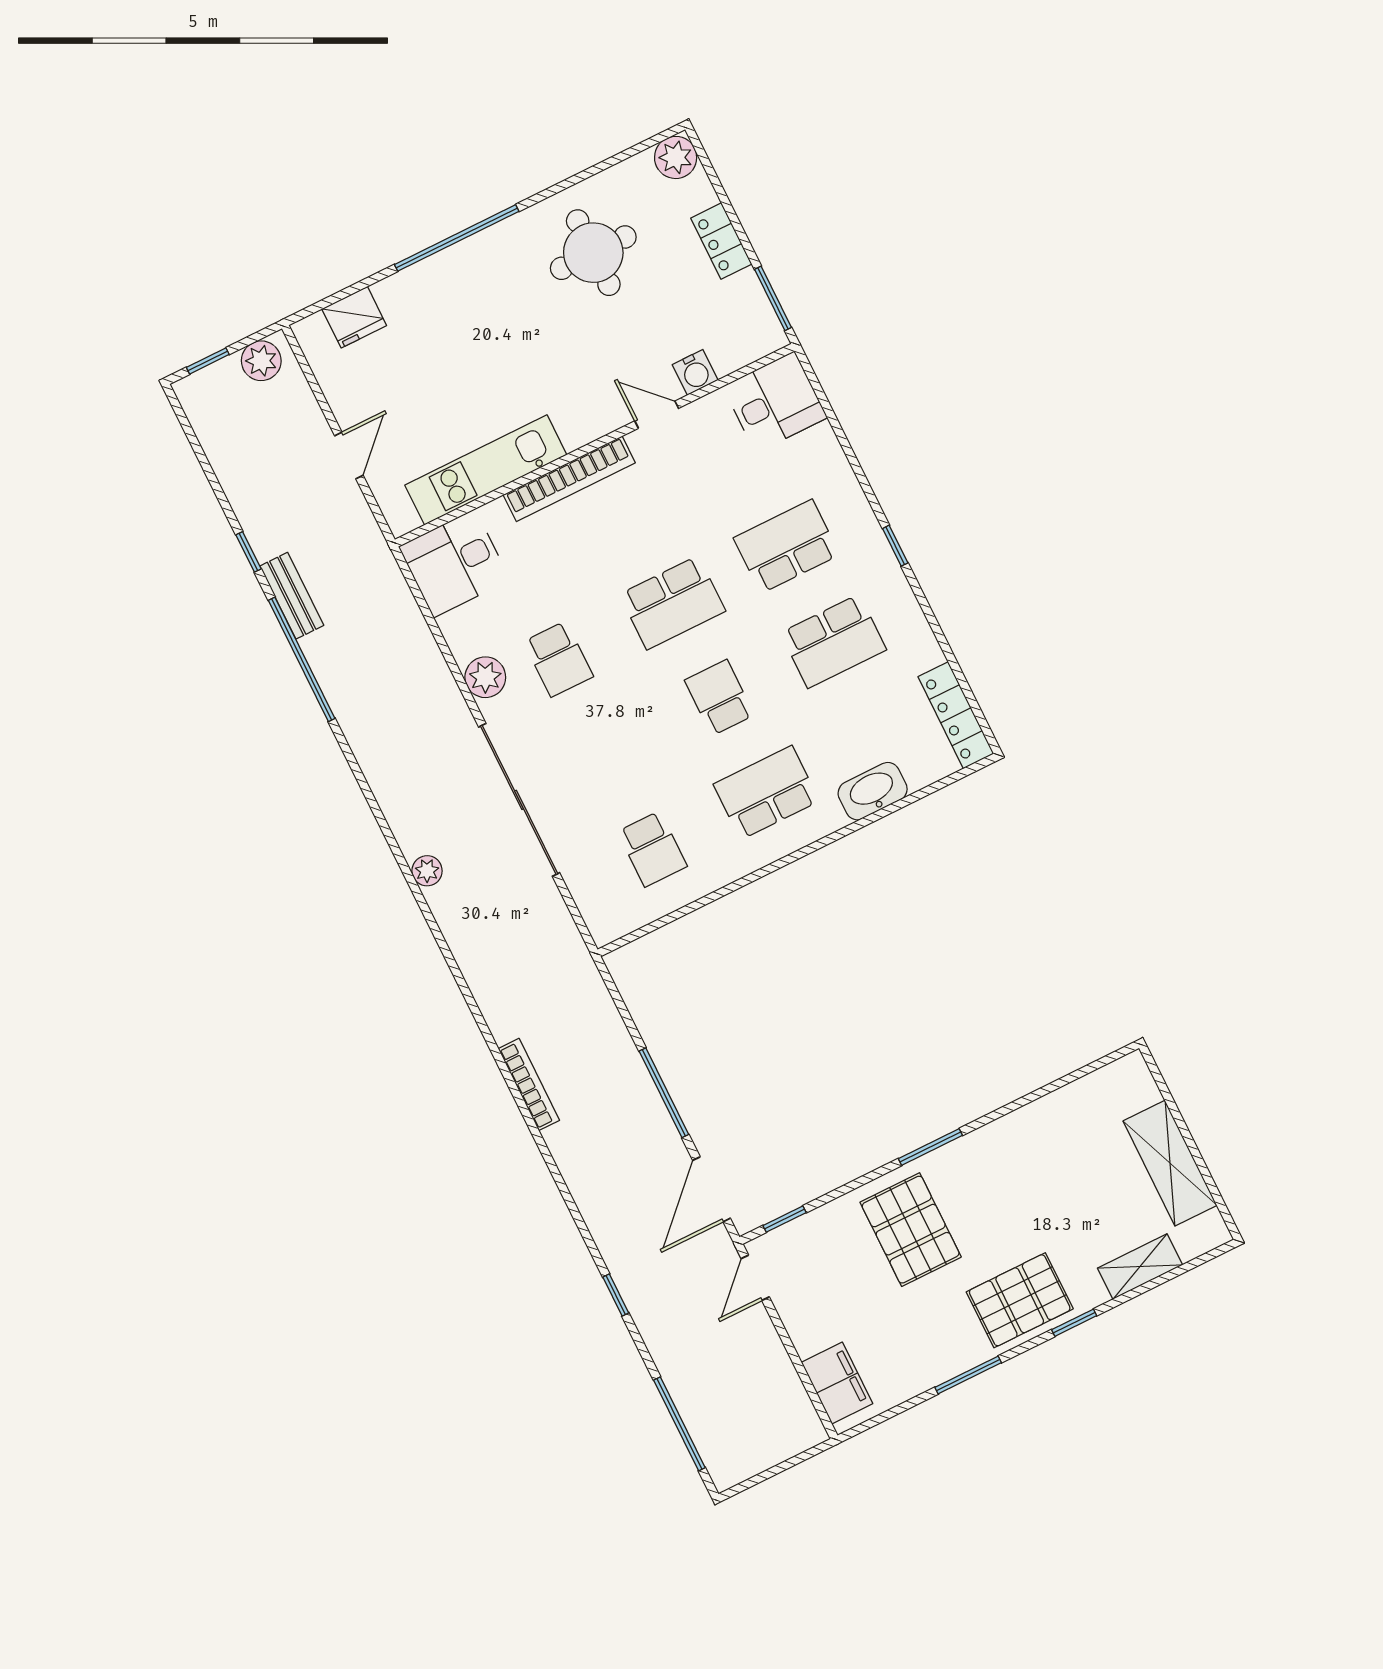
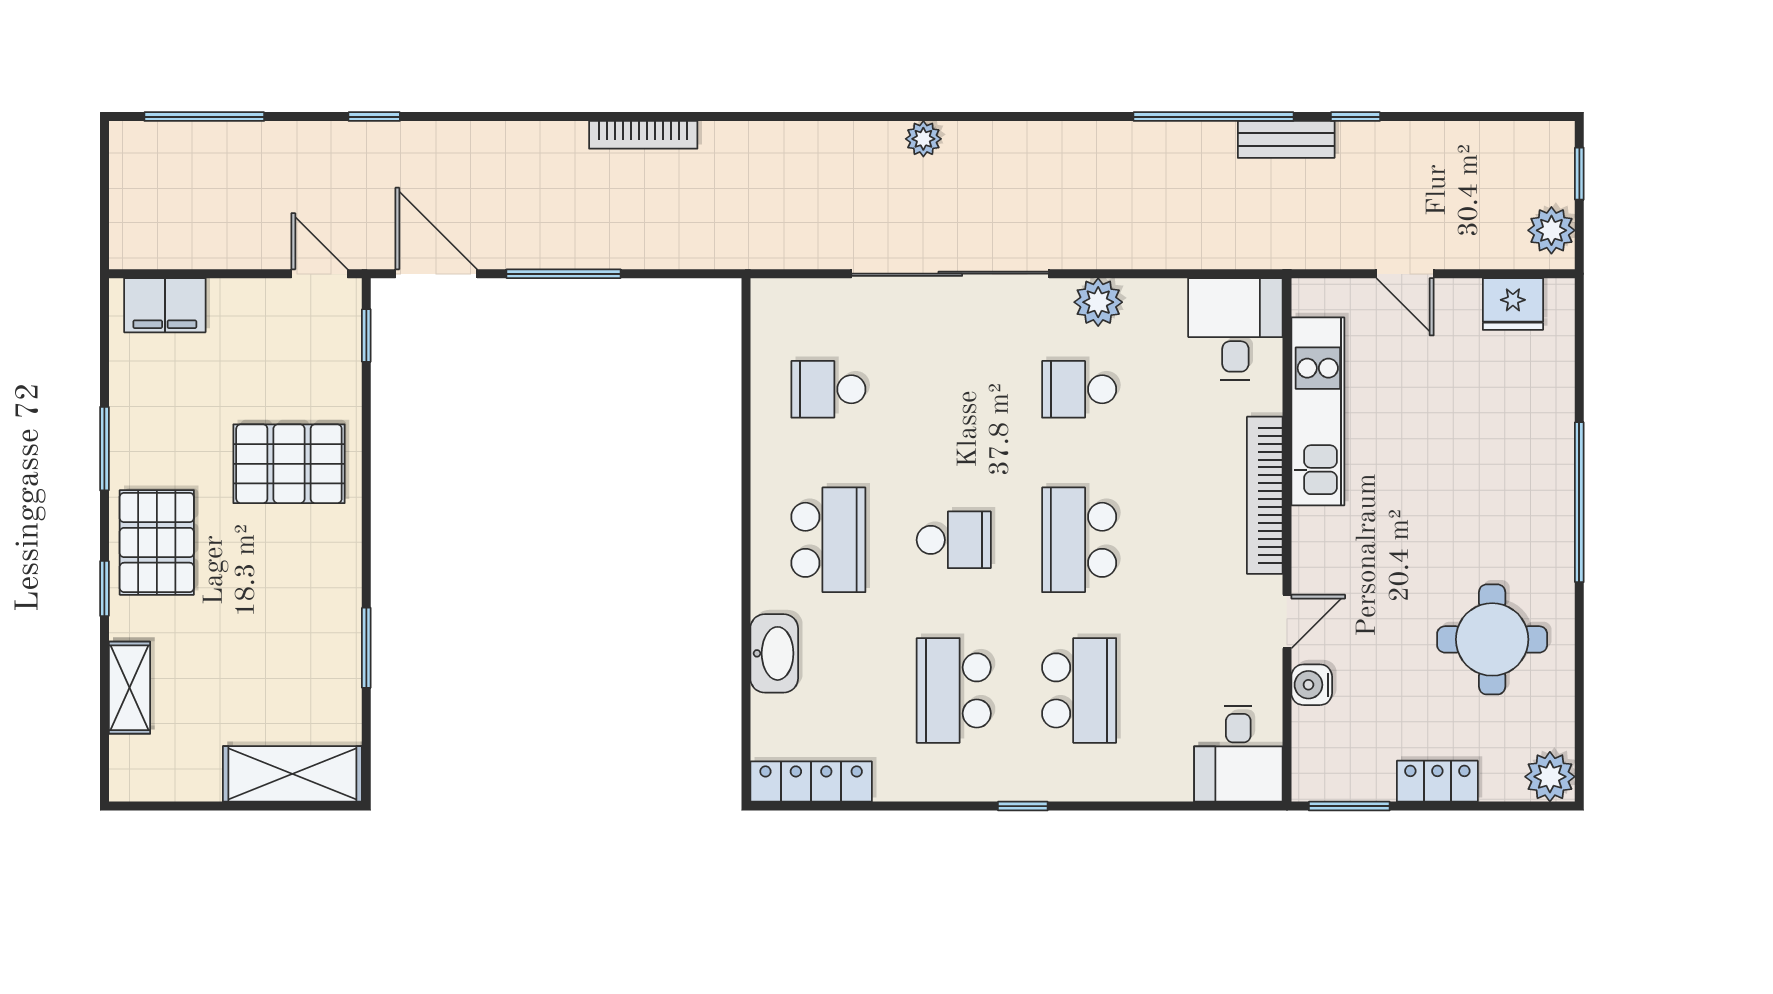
fridge: (354, 317) -> (1513, 304), moved, turned -90
window: (930, 1147) -> (366, 648), moved
shelving: (1170, 1163) -> (292, 774), moved

